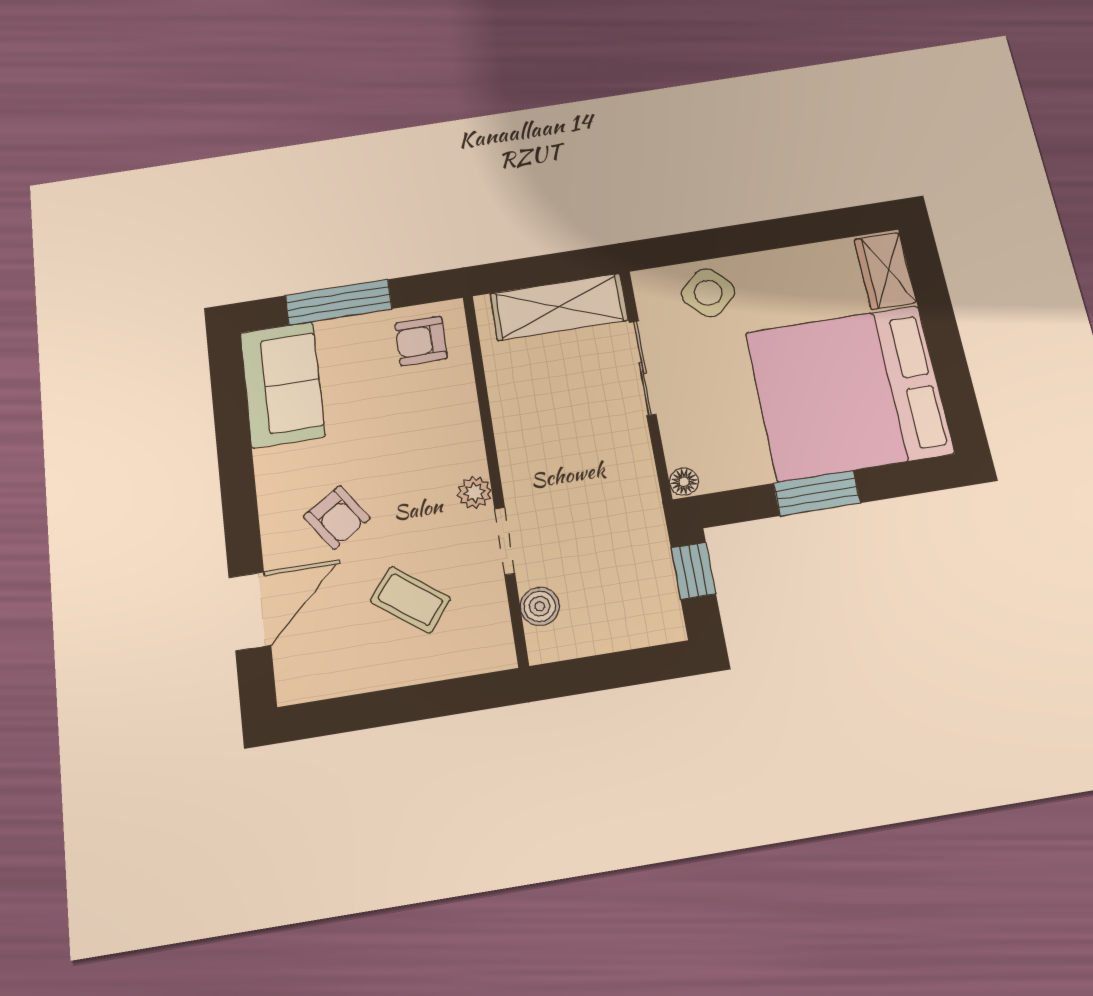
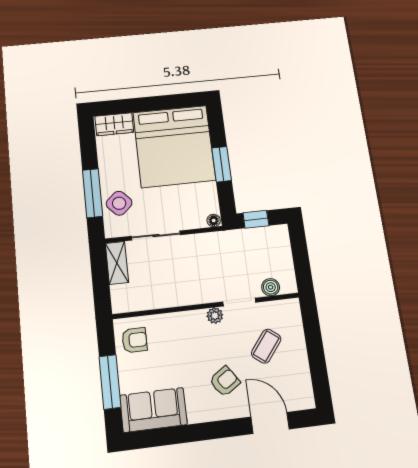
window: (726, 241) -> (93, 193), added
shelving: (559, 307) -> (117, 263), width x0.67, depth x0.75
armchair: (421, 341) -> (135, 340), turned -90

